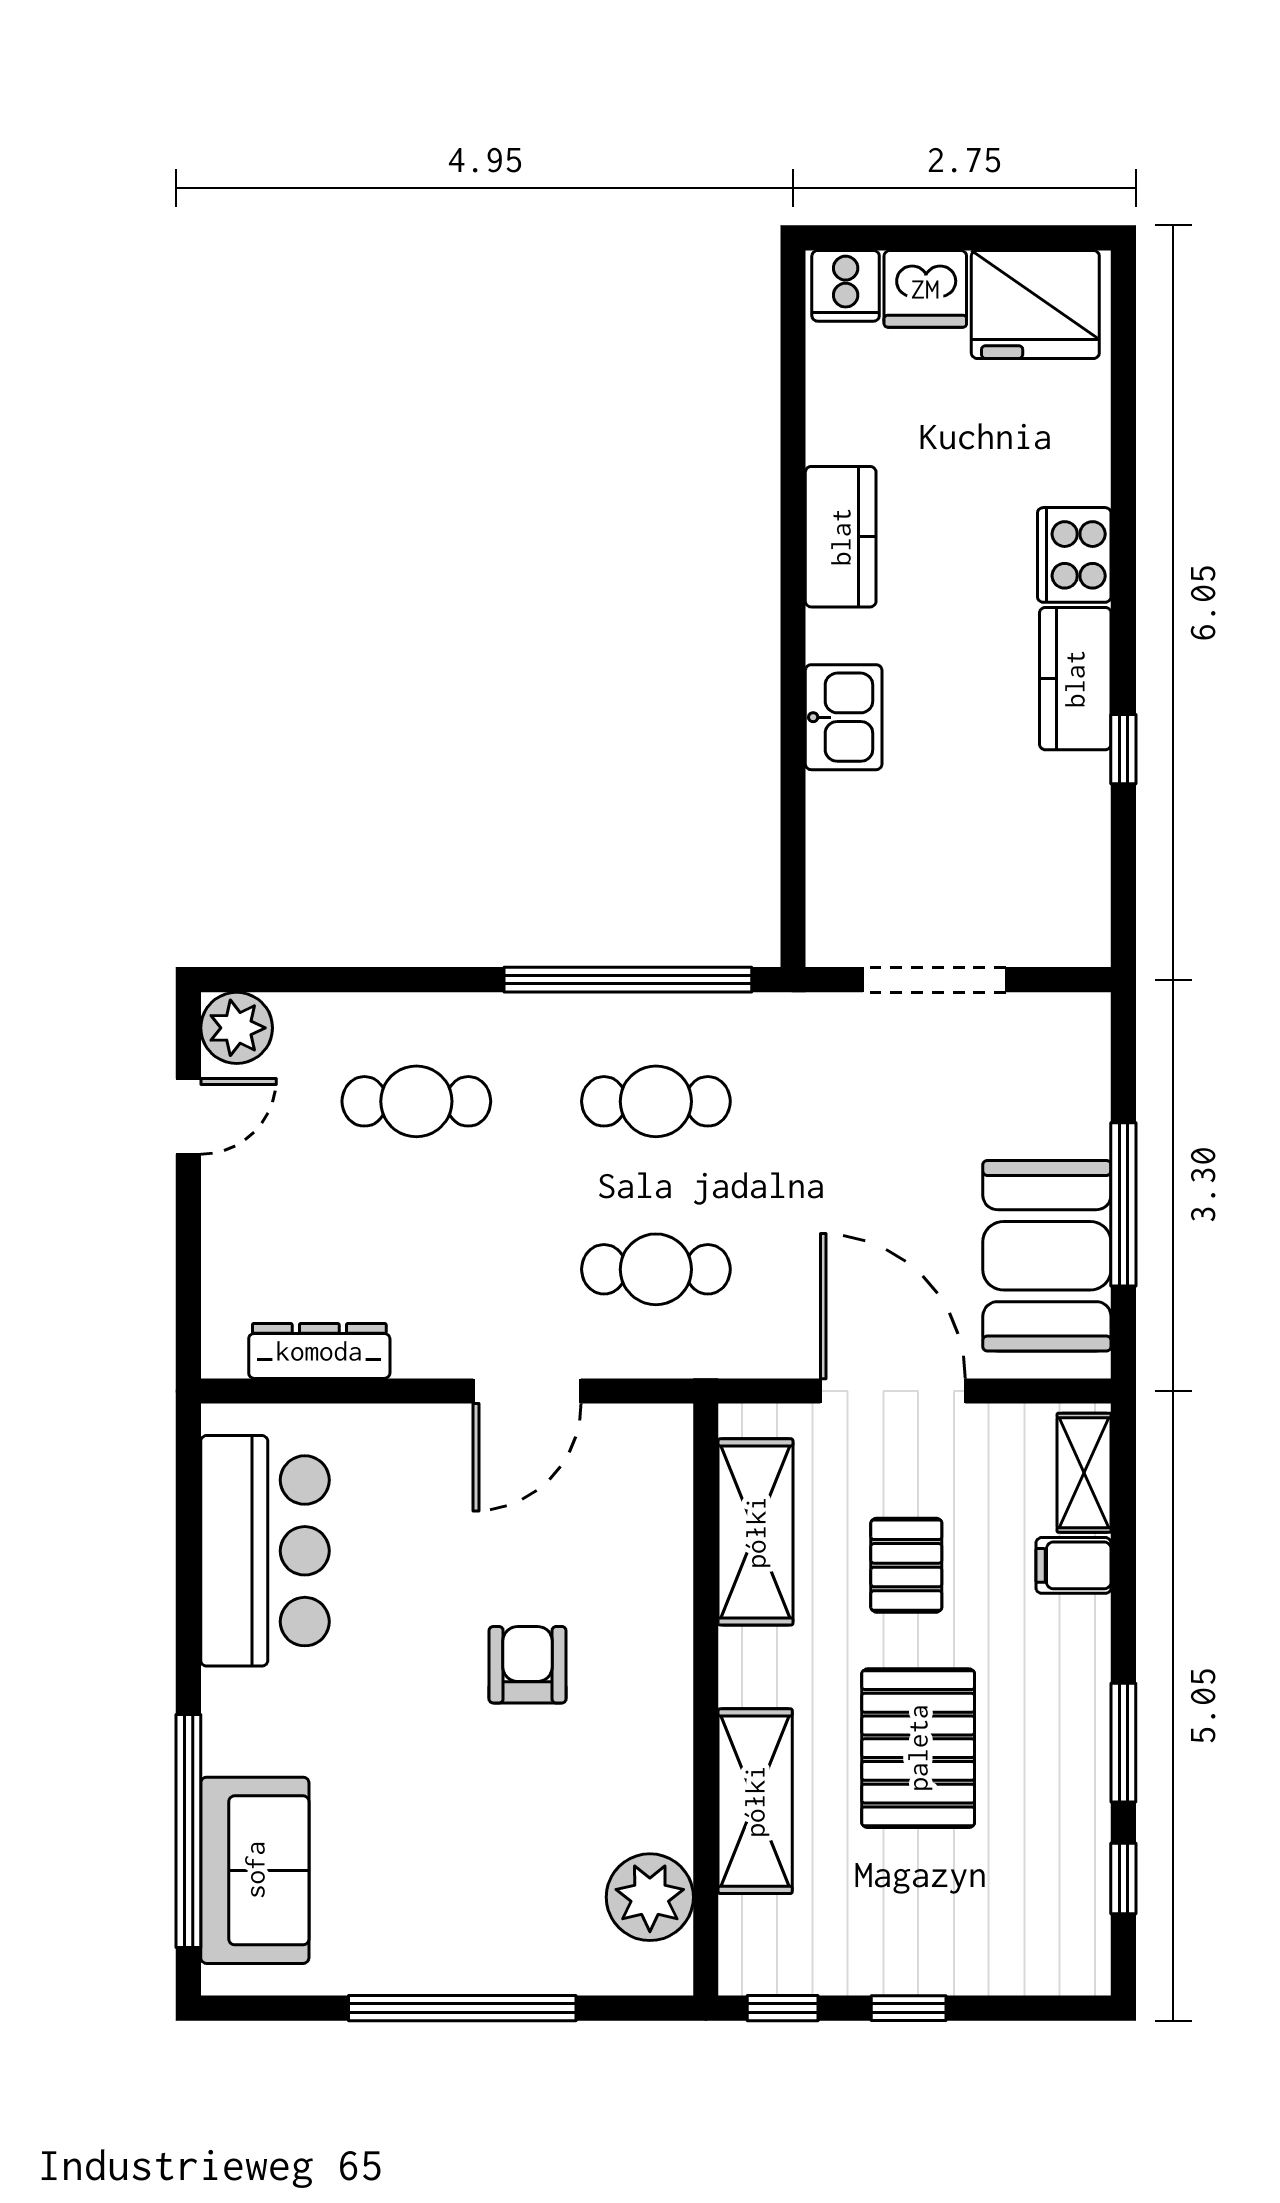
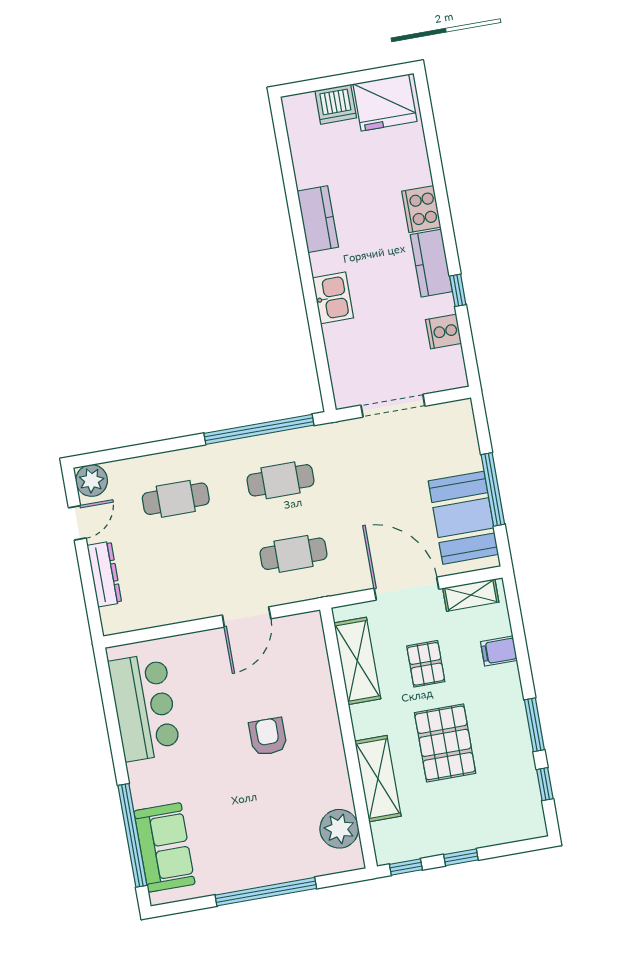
cooker: (846, 286) -> (443, 331), moved, turned 90
dresser: (319, 1351) -> (104, 574), moved, turned 90
shelving: (1084, 1473) -> (471, 595), moved, turned 90

